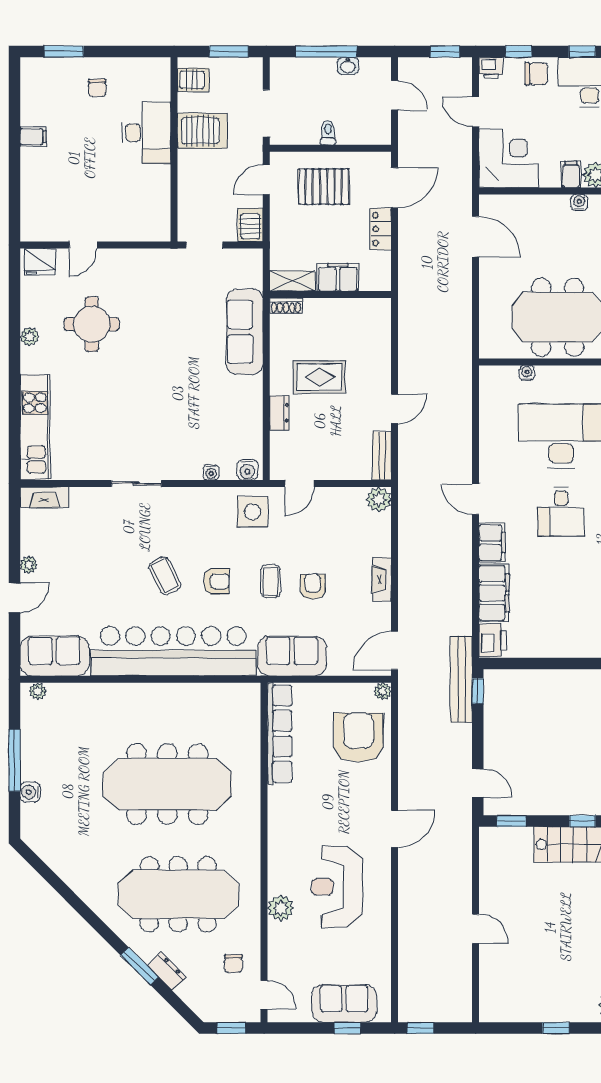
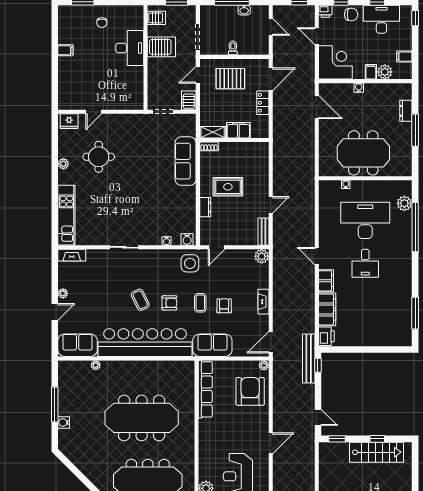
water cooler: (579, 203) -> (359, 88), moved
plant: (38, 691) -> (96, 365), moved

